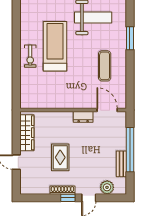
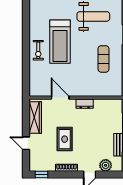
treadmill: (55, 46) -> (60, 42), turned 180
door: (107, 110) -> (60, 98), moved
window: (68, 198) -> (41, 175), moved

